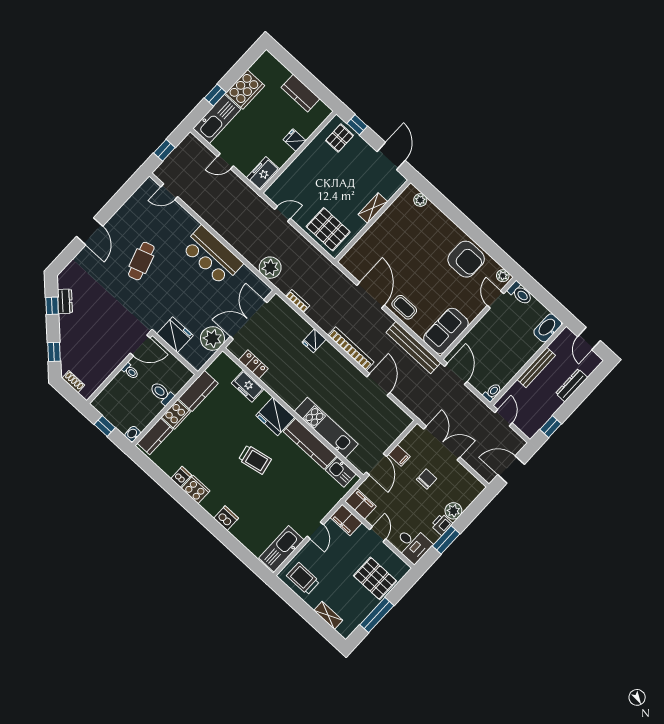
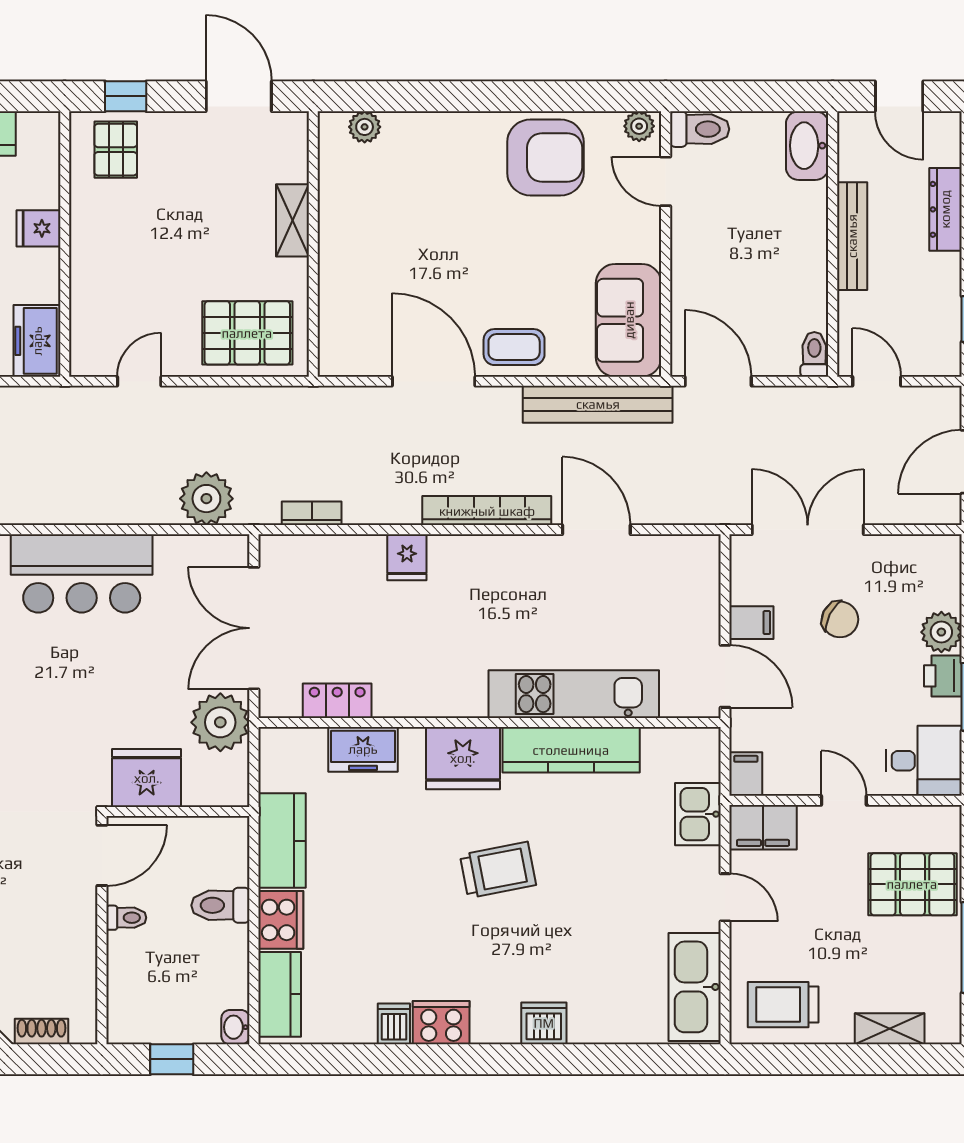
kitchen sink: (341, 472) -> (698, 814), moved, turned 90
chair: (427, 479) -> (840, 619), turned 117
filing cabinet: (361, 504) -> (746, 774), width x0.50

